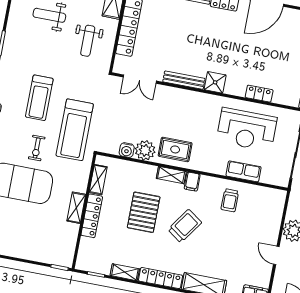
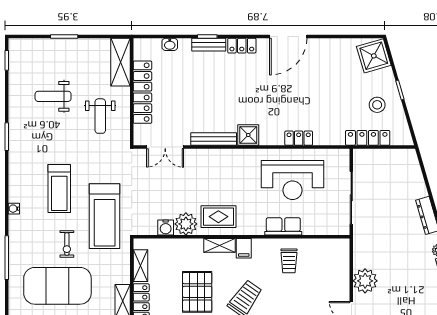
row of seats: (244, 171) -> (283, 226), moved

